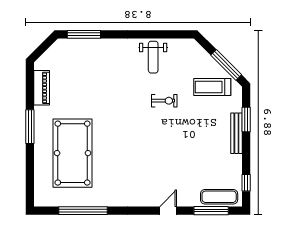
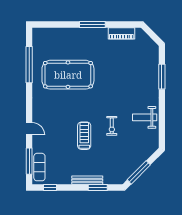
window: (84, 34) -> (162, 77), moved
treadmill: (212, 87) -> (84, 136), moved
pool table: (73, 153) -> (68, 75), moved

